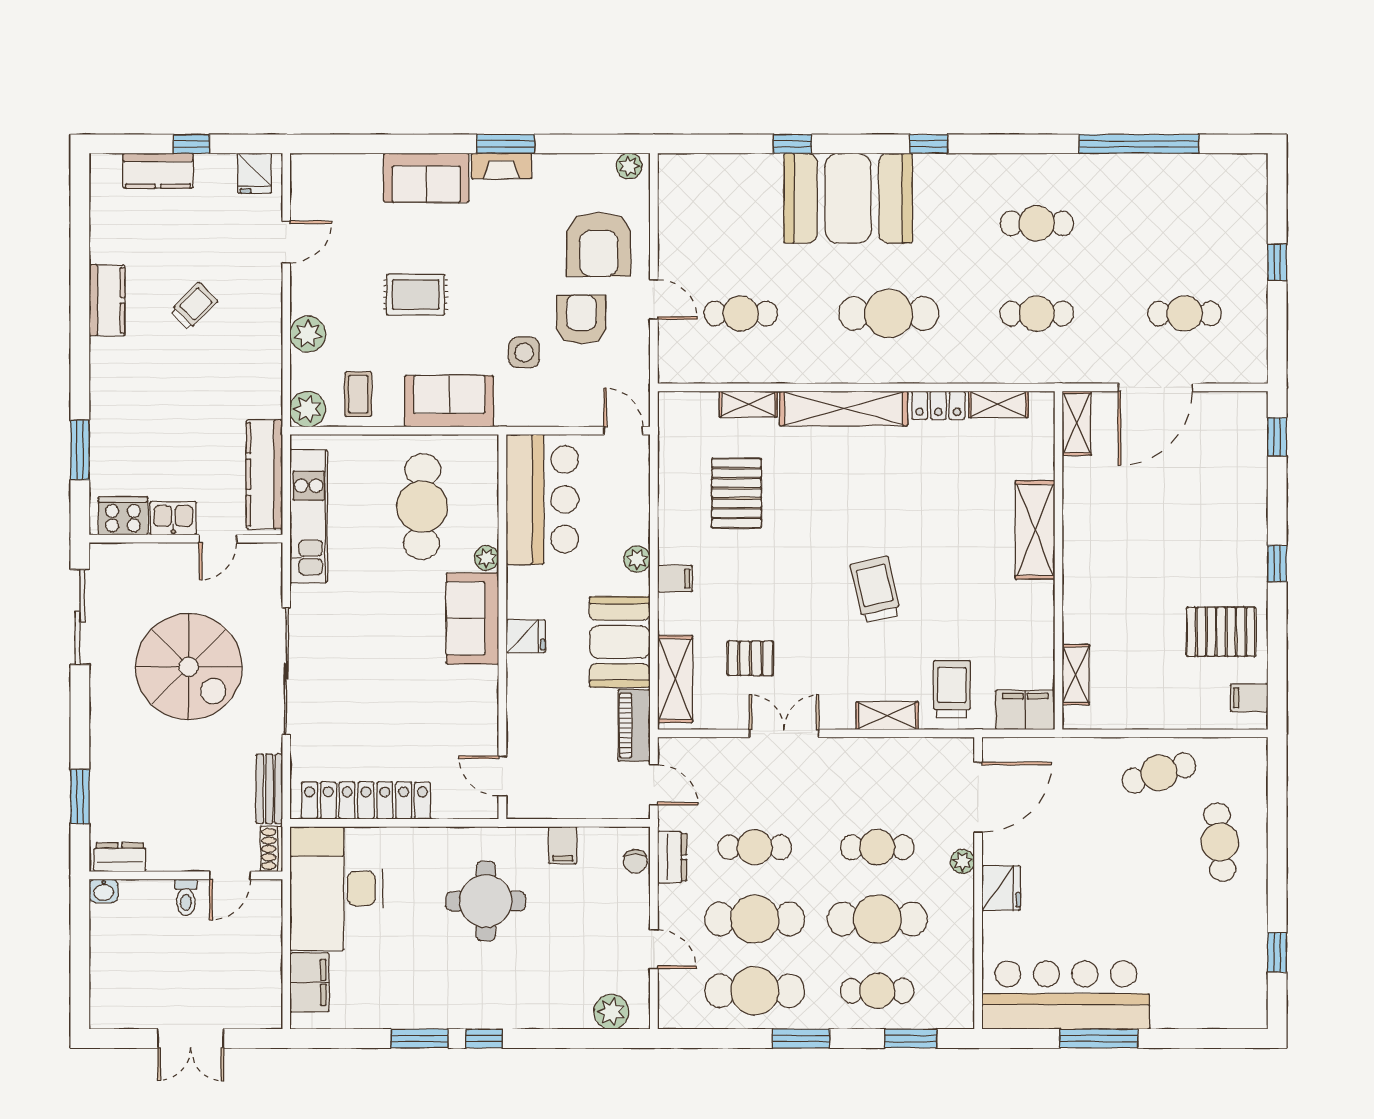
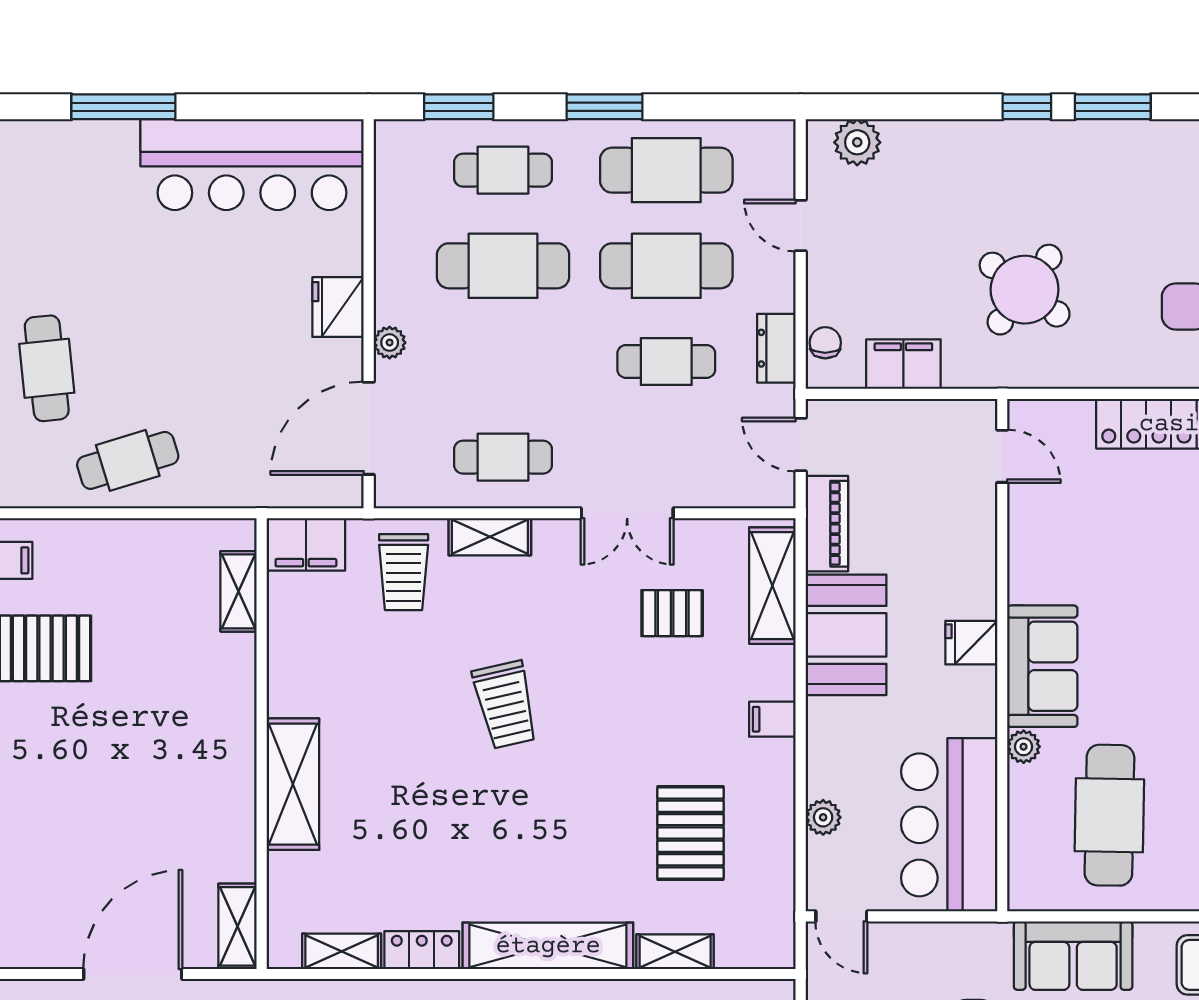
plant: (637, 559) -> (823, 817), moved
filing cabinet: (563, 845) -> (903, 364), width x2.00
cafe table: (877, 847) -> (503, 457), moved
round table: (486, 901) -> (1025, 290), turned 37
window: (1099, 1038) -> (123, 107), moved

